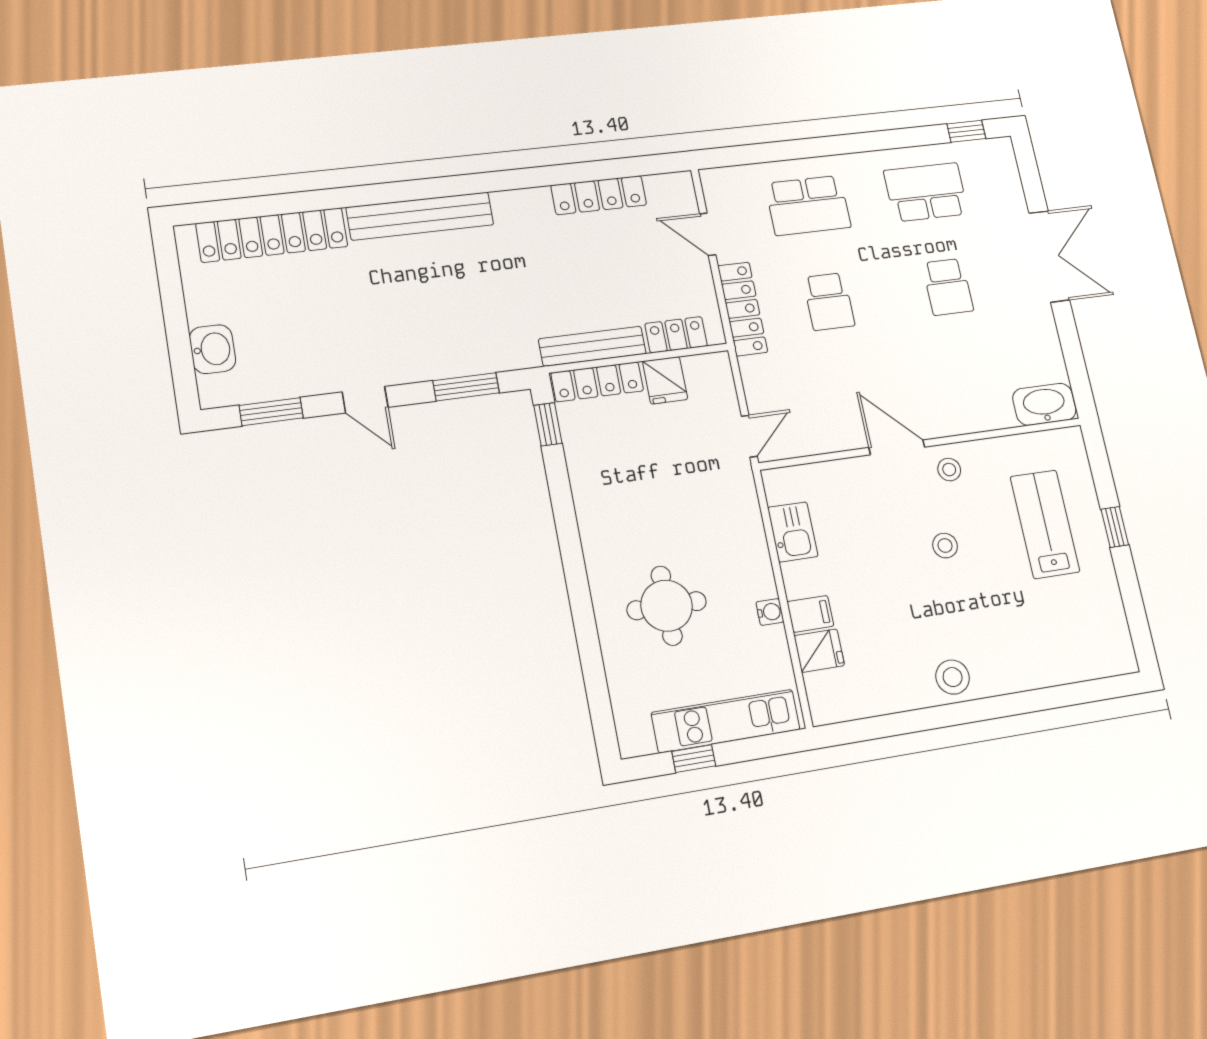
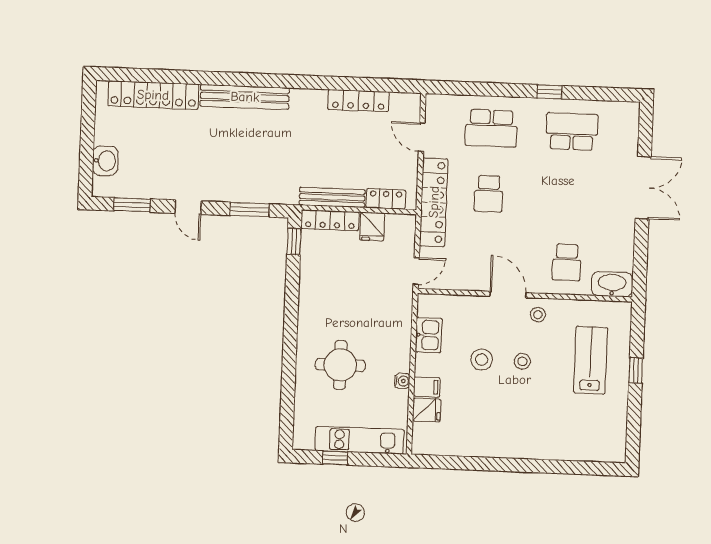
window: (966, 131) -> (550, 92), moved
school desk: (948, 287) -> (567, 262), moved
locker: (743, 309) -> (434, 202), width x1.41, depth x1.21
stool: (953, 677) -> (482, 360), moved

